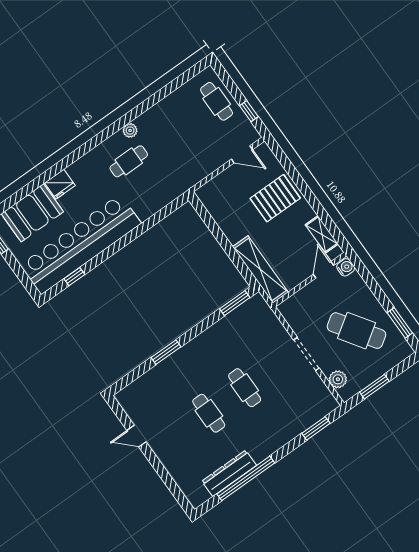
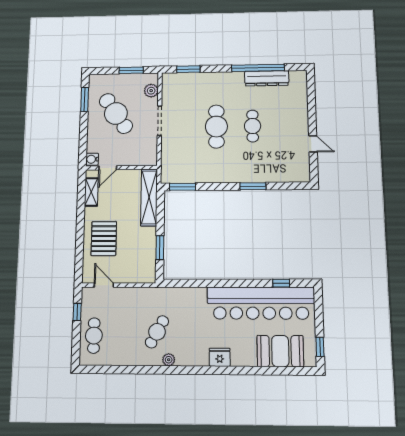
cafe table: (129, 161) -> (157, 332), moved, turned -61
fridge: (60, 184) -> (220, 357), moved
pallet: (275, 198) -> (104, 238), turned 90
window: (214, 228) -> (160, 248), added
cafe table: (245, 388) -> (216, 127), width x1.37, depth x1.35

